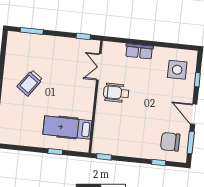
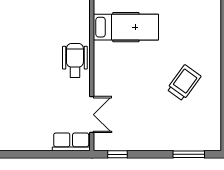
row of seats: (139, 51) -> (71, 142), moved
wheelchair: (116, 93) -> (75, 60), moved, turned -90

